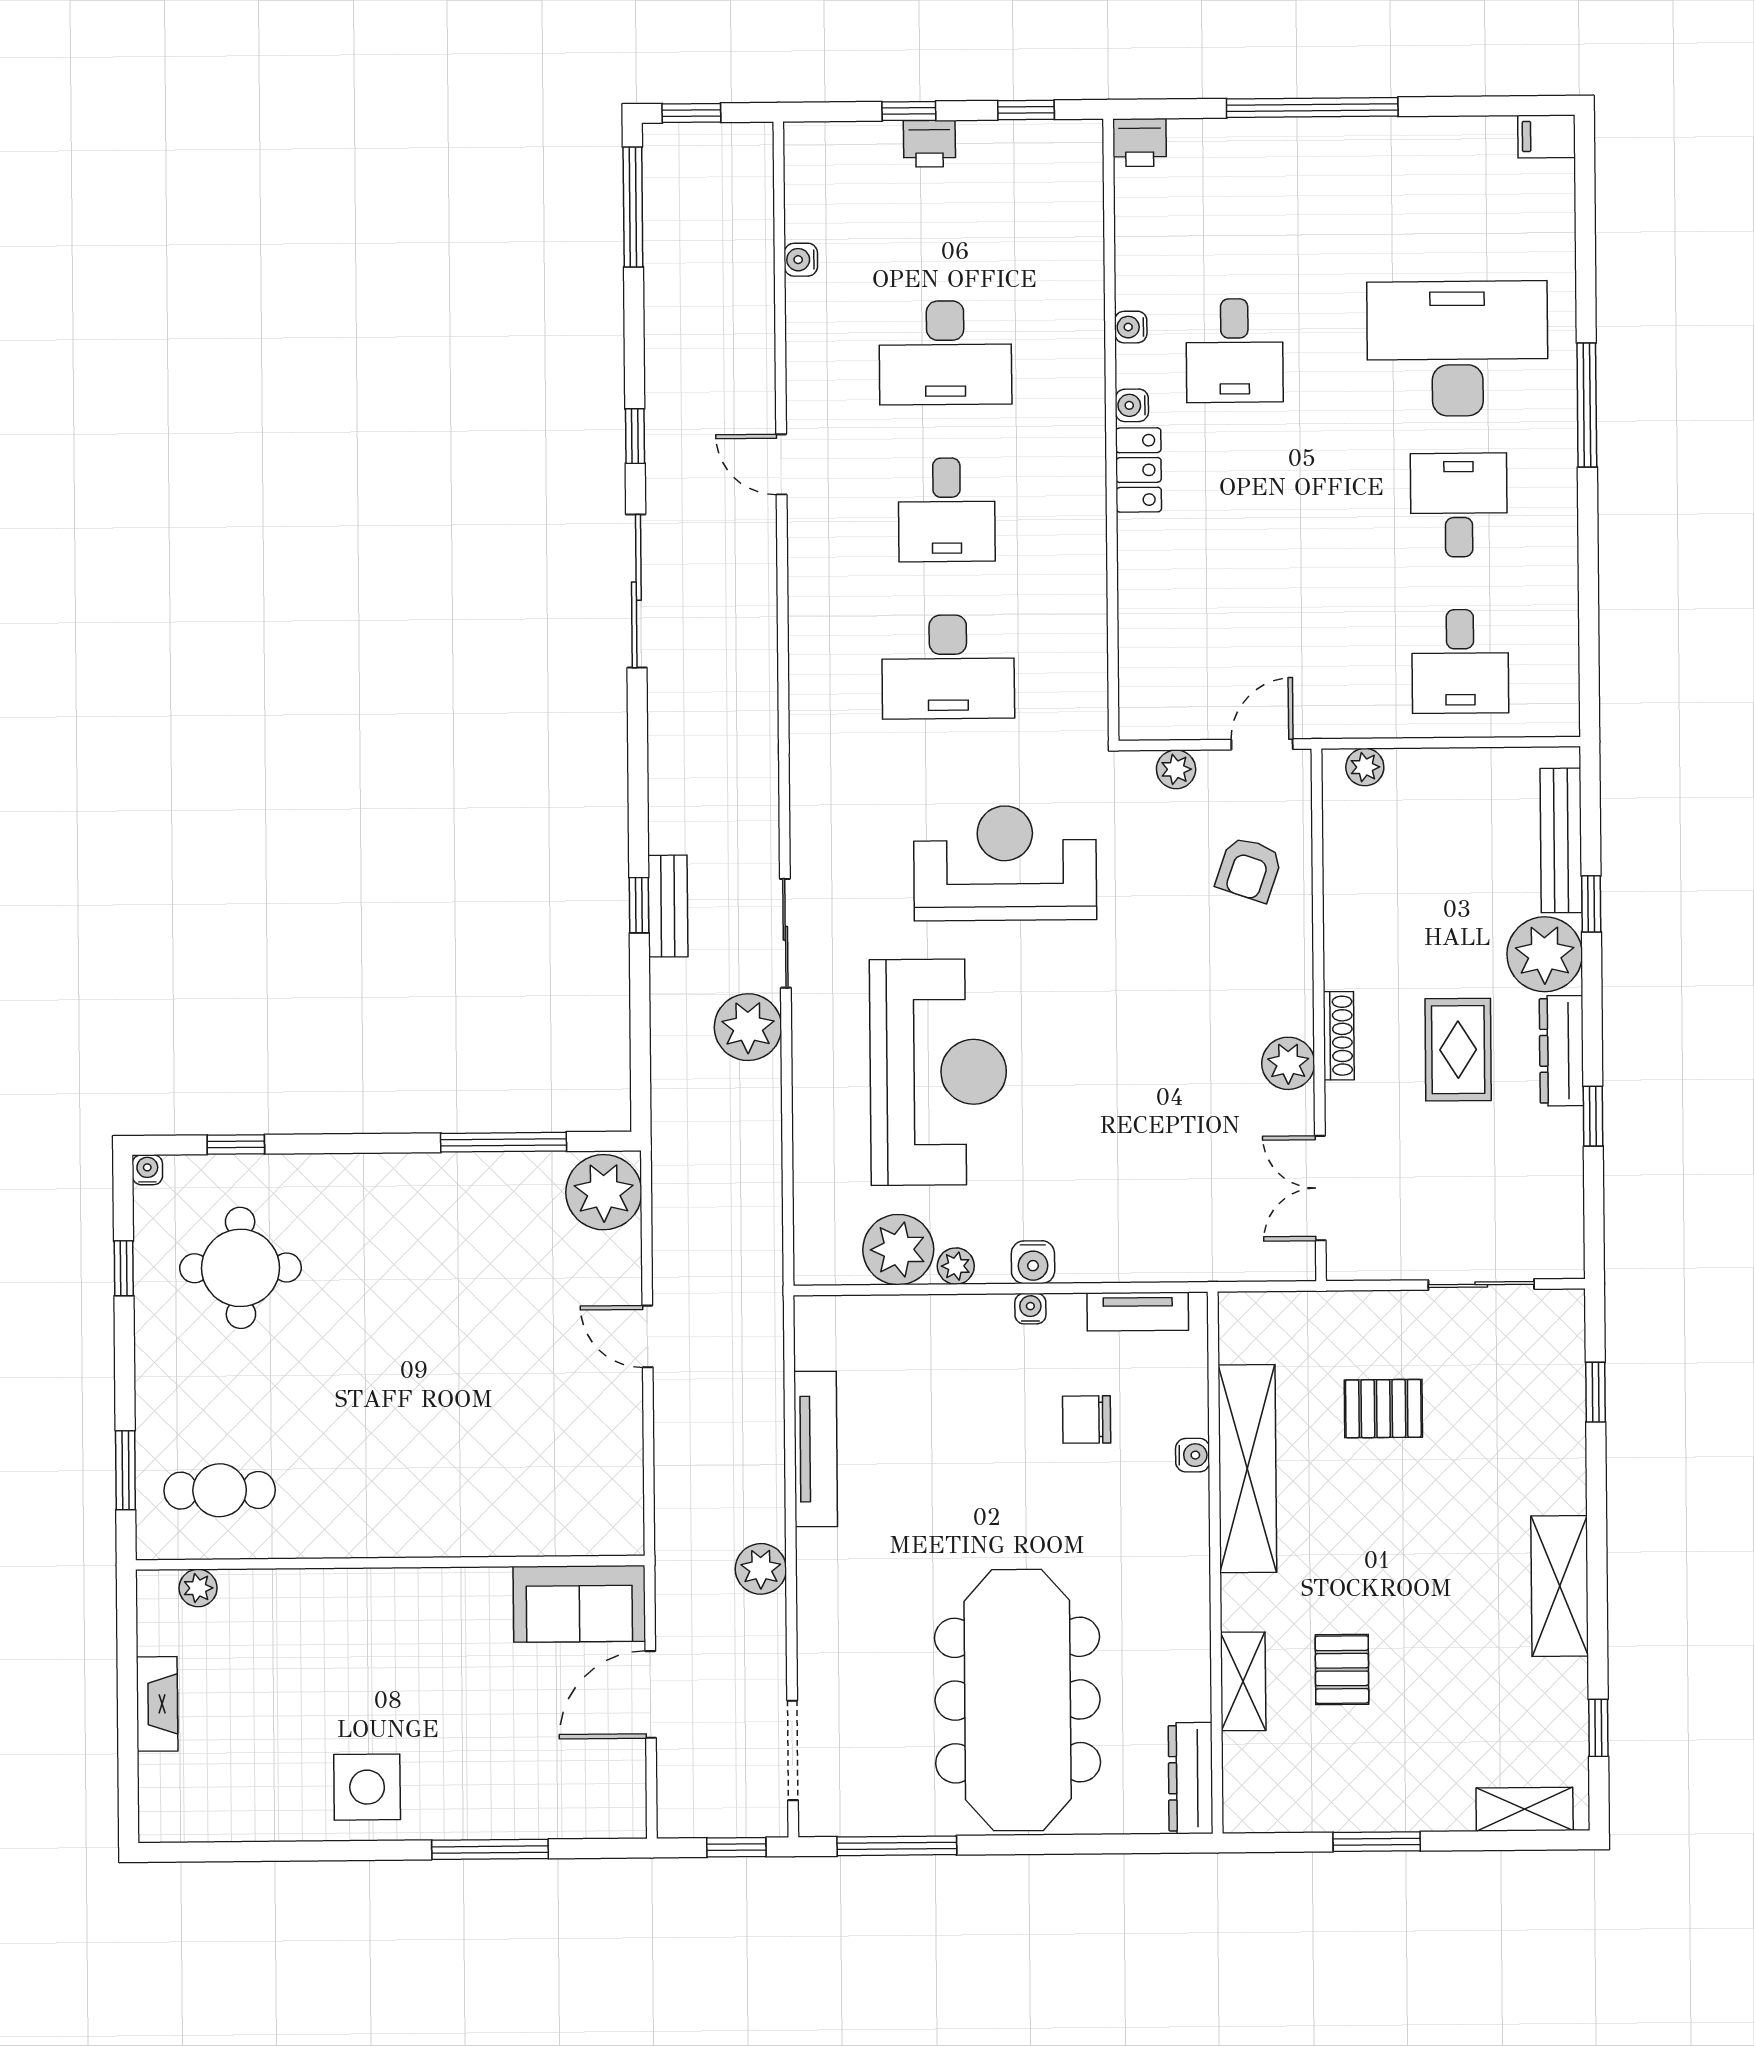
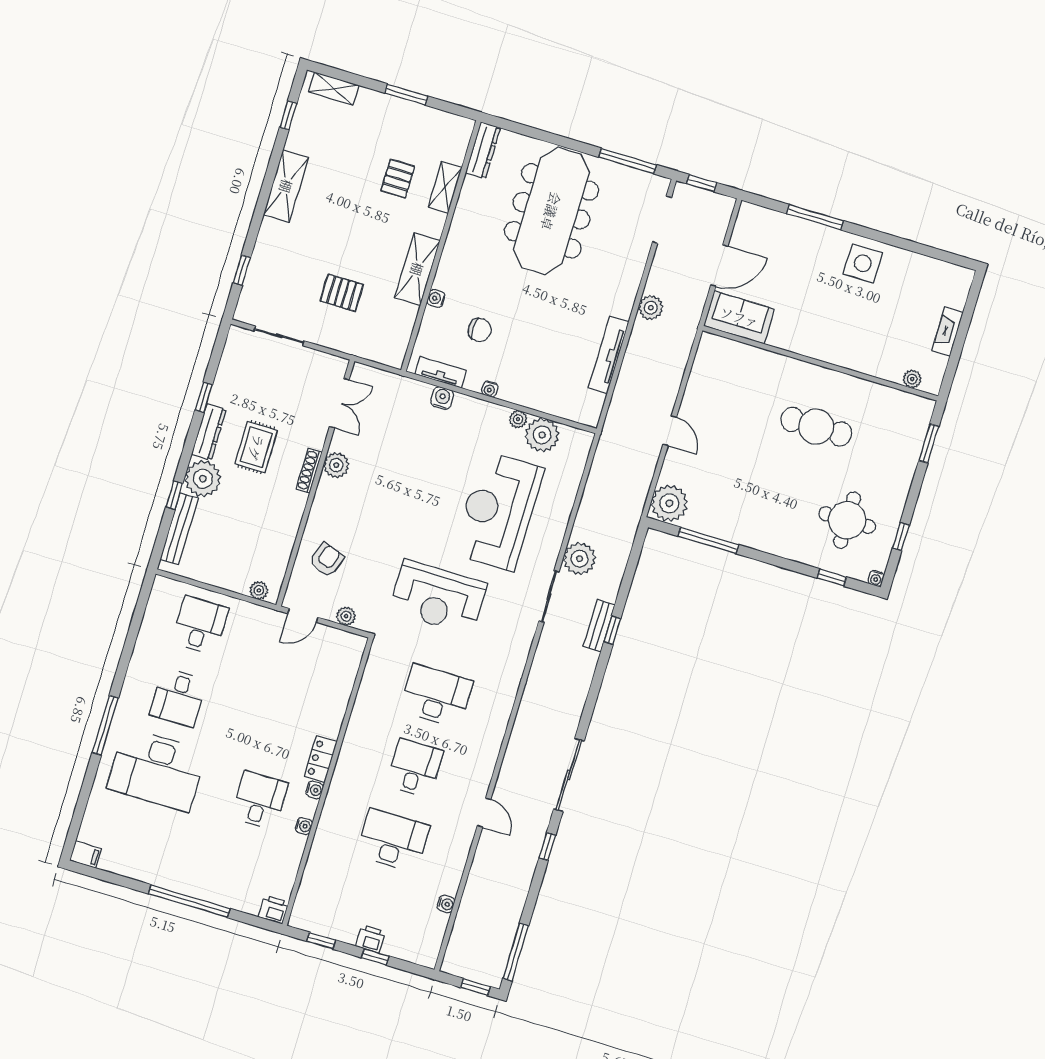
water cooler: (1033, 1262) -> (442, 398), moved
shelving: (1247, 1469) -> (417, 269), width x0.68
cafe table: (220, 1490) -> (816, 427), moved, width x1.37, depth x1.35

